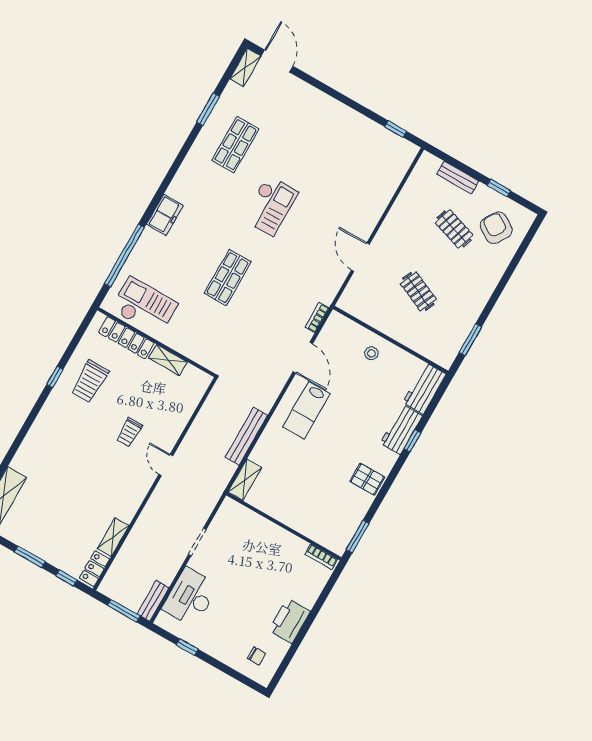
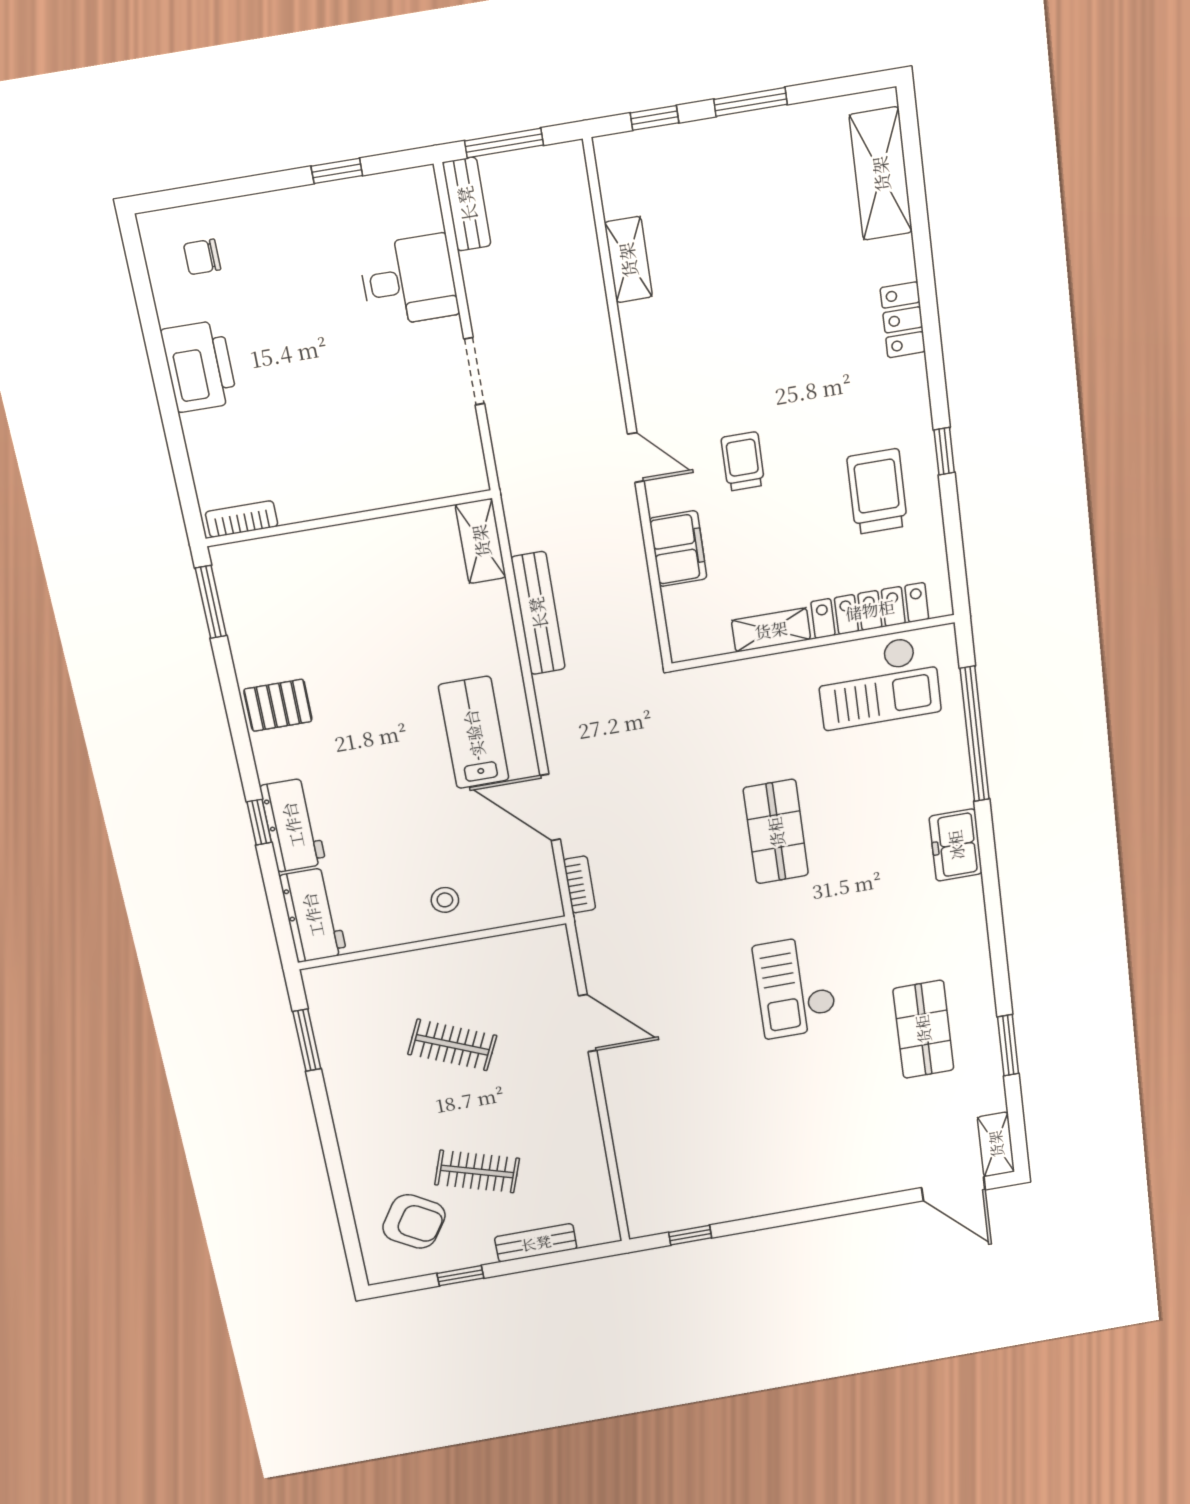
filing cabinet: (177, 419) -> (678, 549), added
locker: (95, 569) -> (903, 320), moved, turned 180
desk: (190, 597) -> (409, 281), width x0.73

